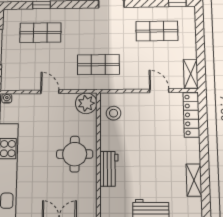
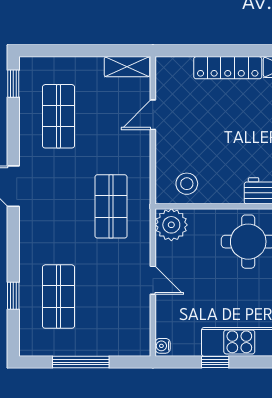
door: (50, 92) -> (153, 280), swing flipped
locker: (191, 115) -> (228, 68), moved

